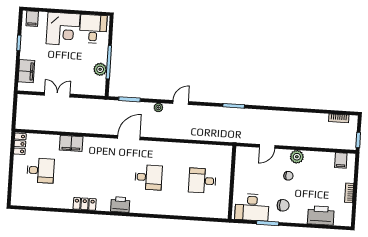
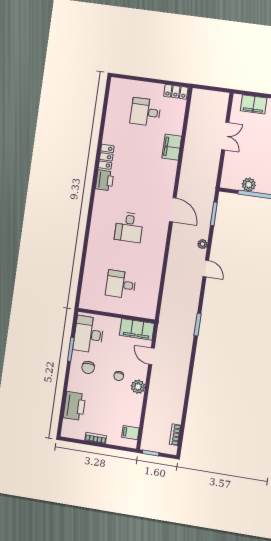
filing cabinet: (243, 162) -> (137, 329), added
desk: (40, 170) -> (145, 112), turned 90
desk: (202, 181) -> (121, 284), turned -90
printer: (120, 205) -> (105, 180), moved

